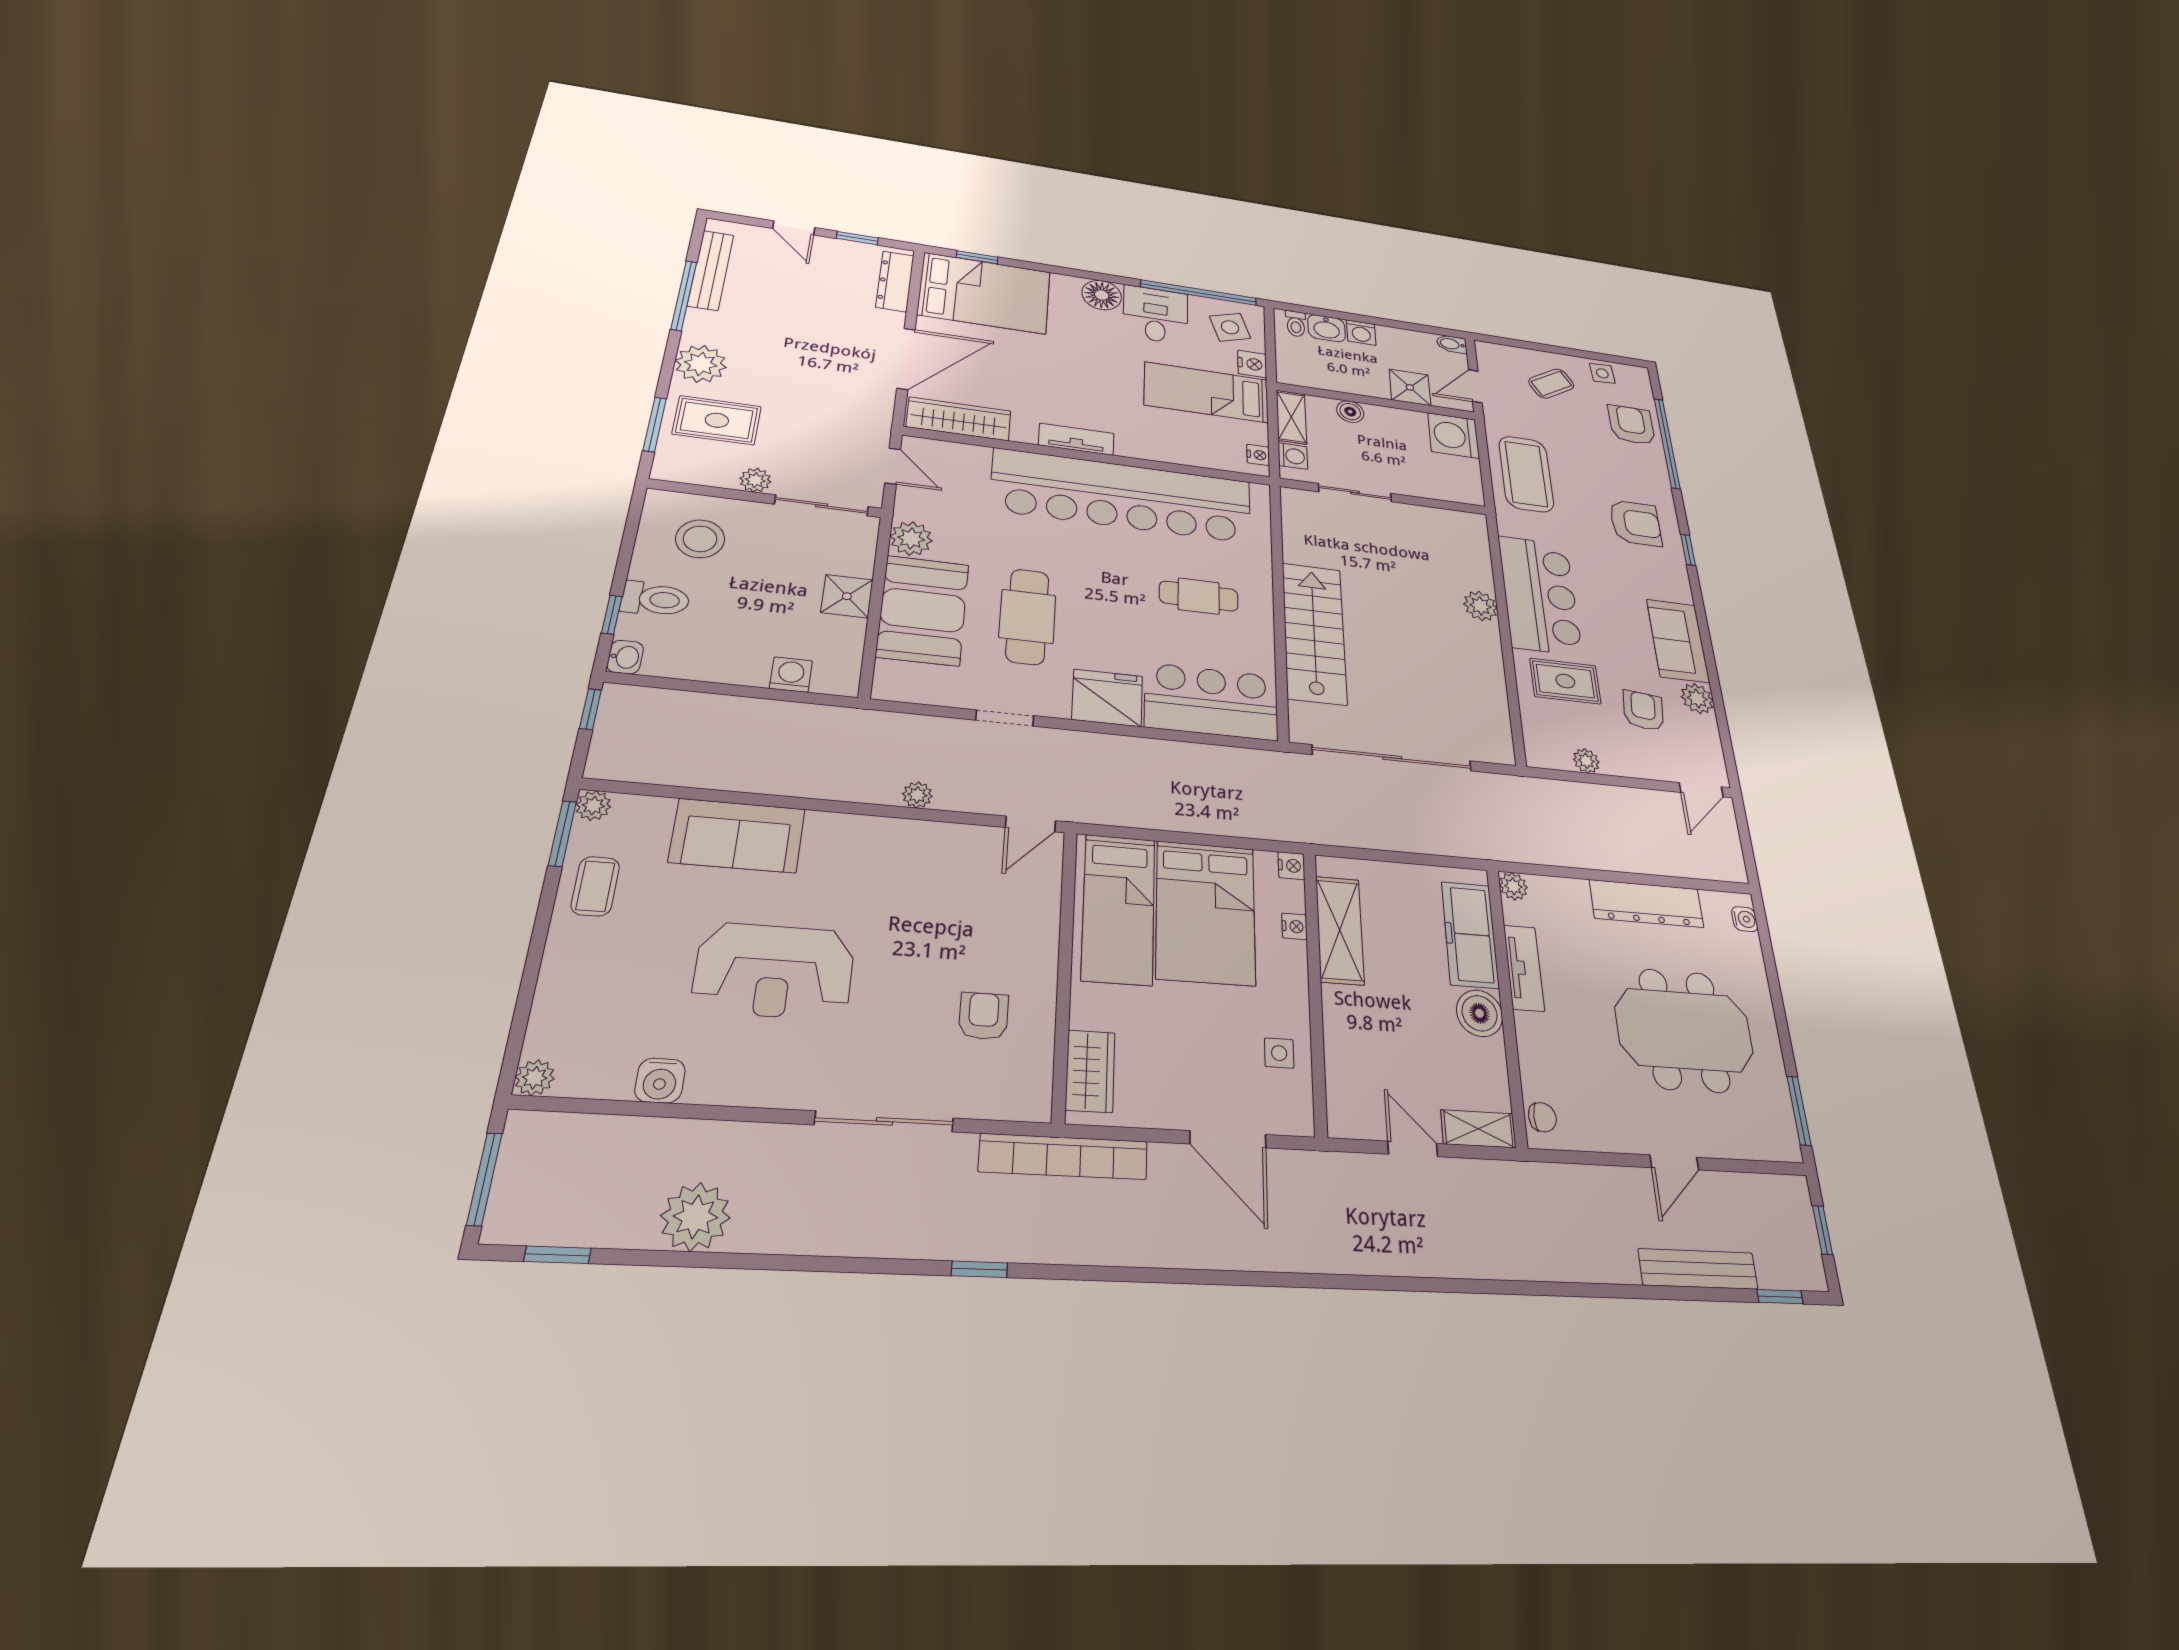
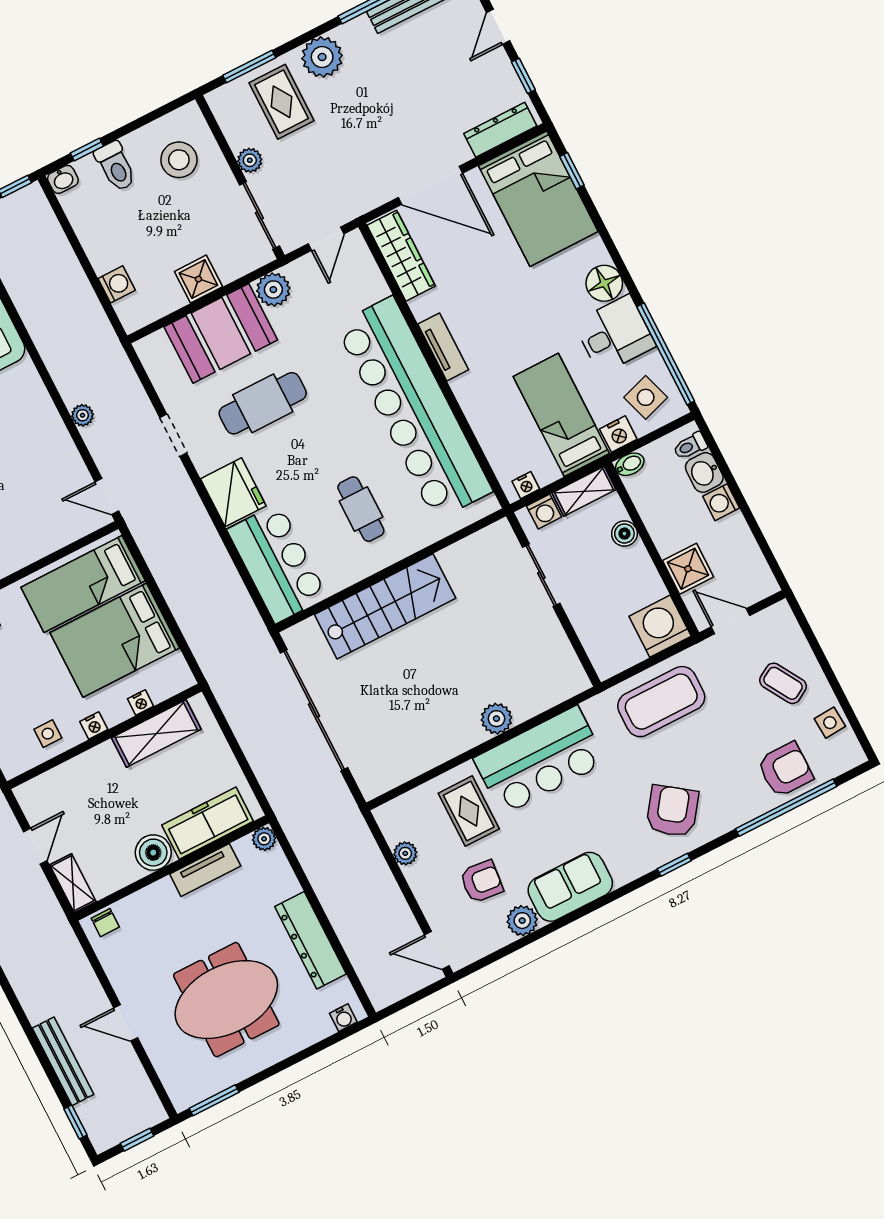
bidet: (1452, 344) -> (630, 464), moved, turned 90
armchair: (1635, 523) -> (672, 811), turned -144
nightstand: (1291, 866) -> (94, 726), moved
meeting table: (1684, 1030) -> (226, 1000), turned 90

